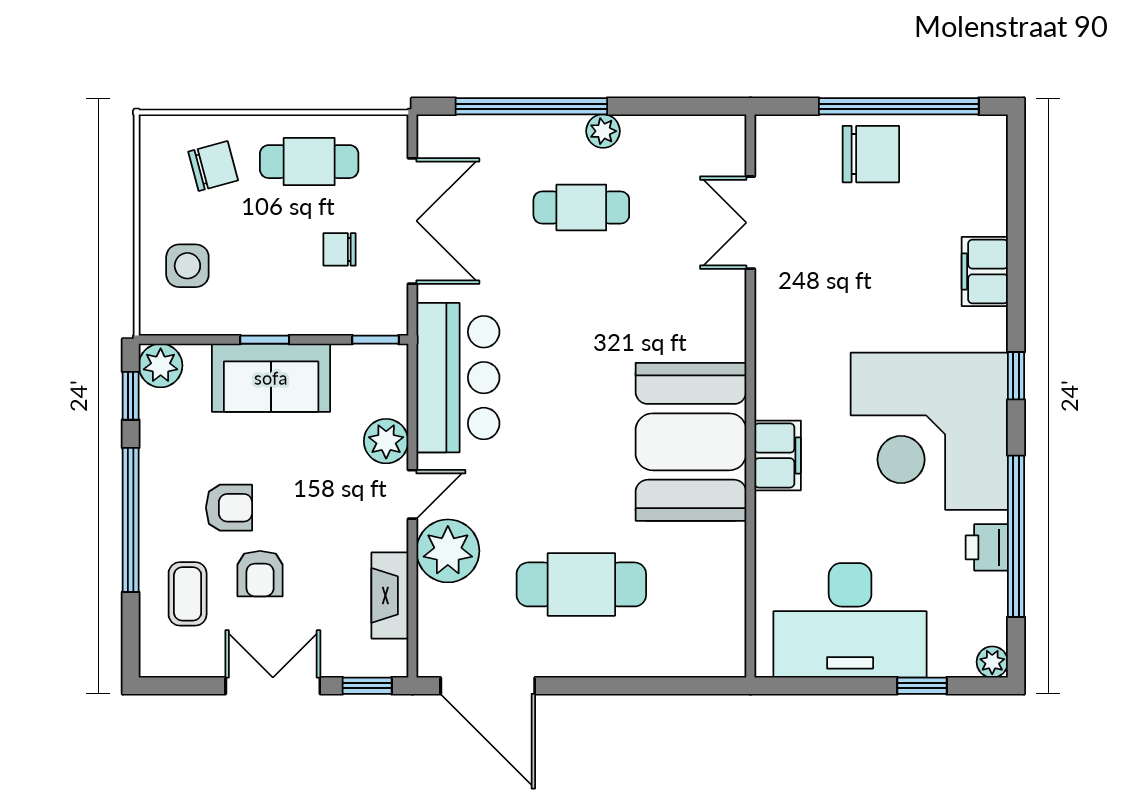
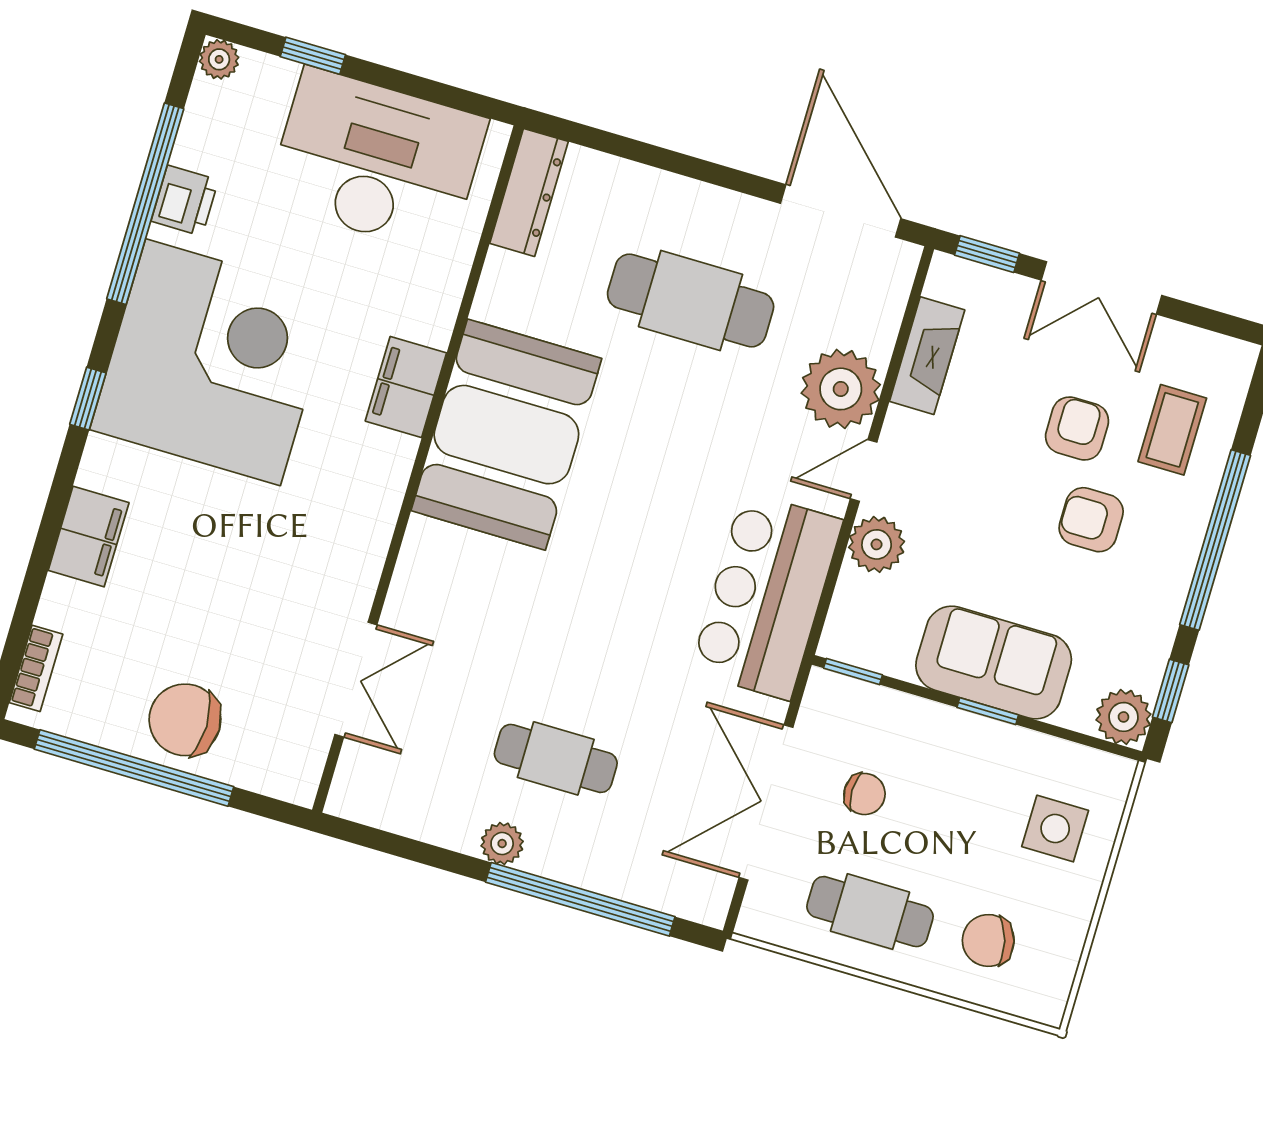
bookcase: (995, 160) -> (36, 668), added
dresser: (728, 630) -> (529, 192), added

